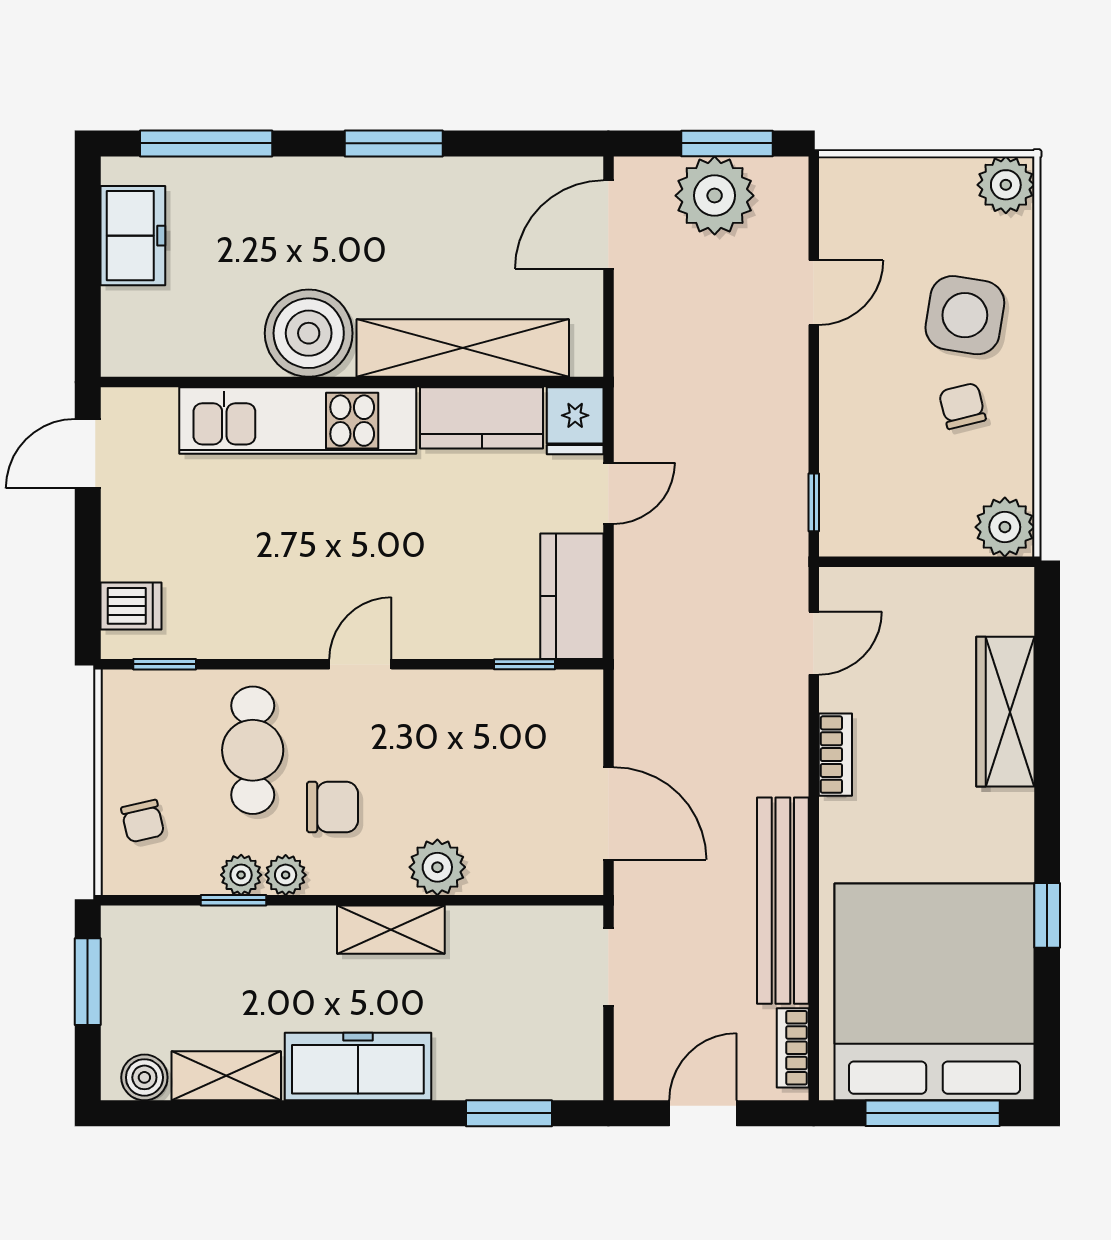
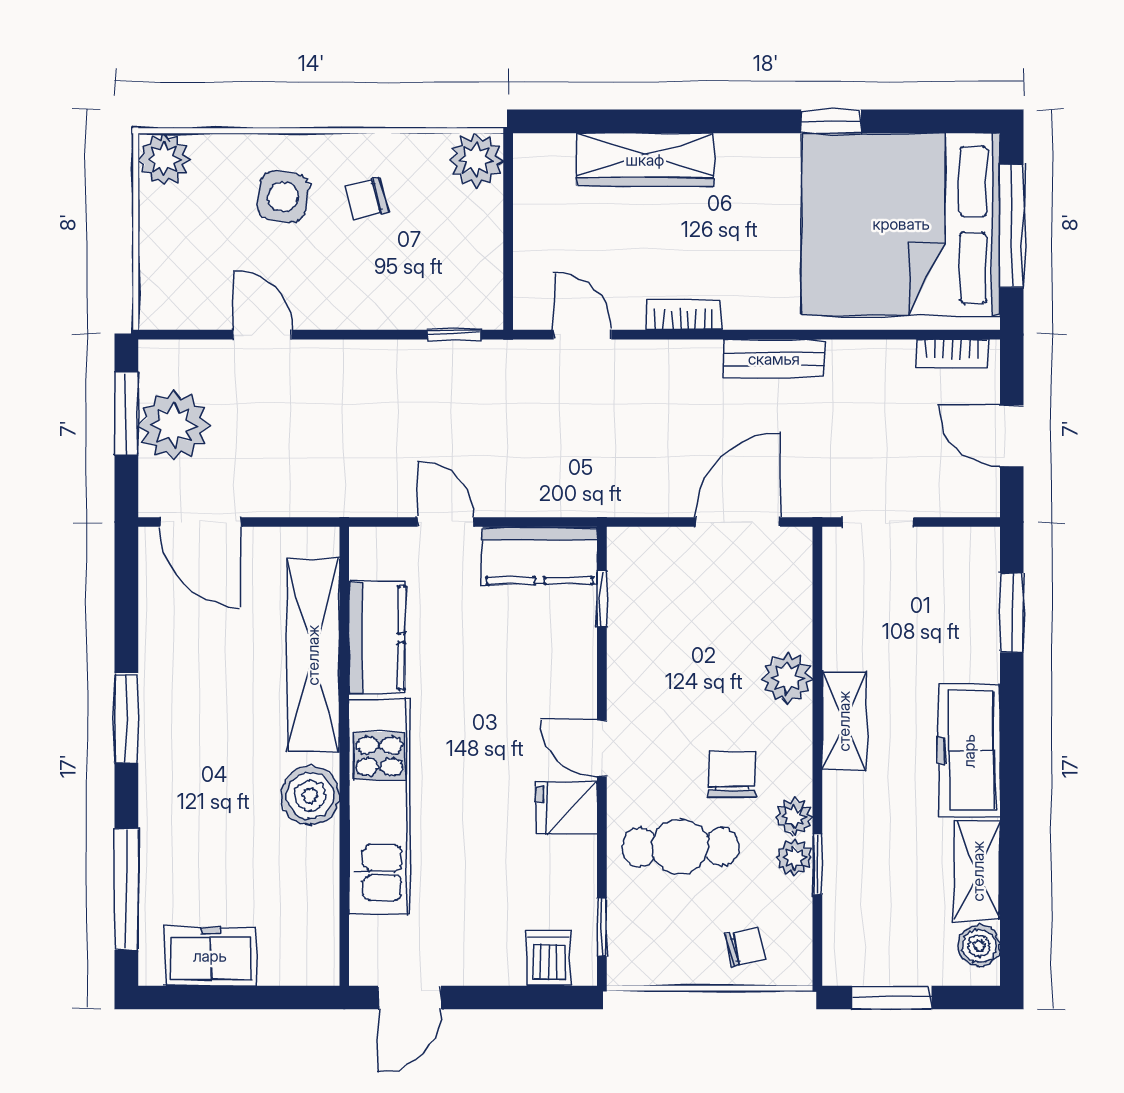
side table: (965, 315) -> (283, 197), width x0.73, depth x0.73
boiler: (309, 333) -> (310, 796), width x0.73, depth x0.73
fridge: (575, 421) -> (567, 808), moved, turned 180
door: (88, 454) -> (410, 997), hinge flipped
bench: (783, 901) -> (774, 359), width x0.54, depth x0.82

